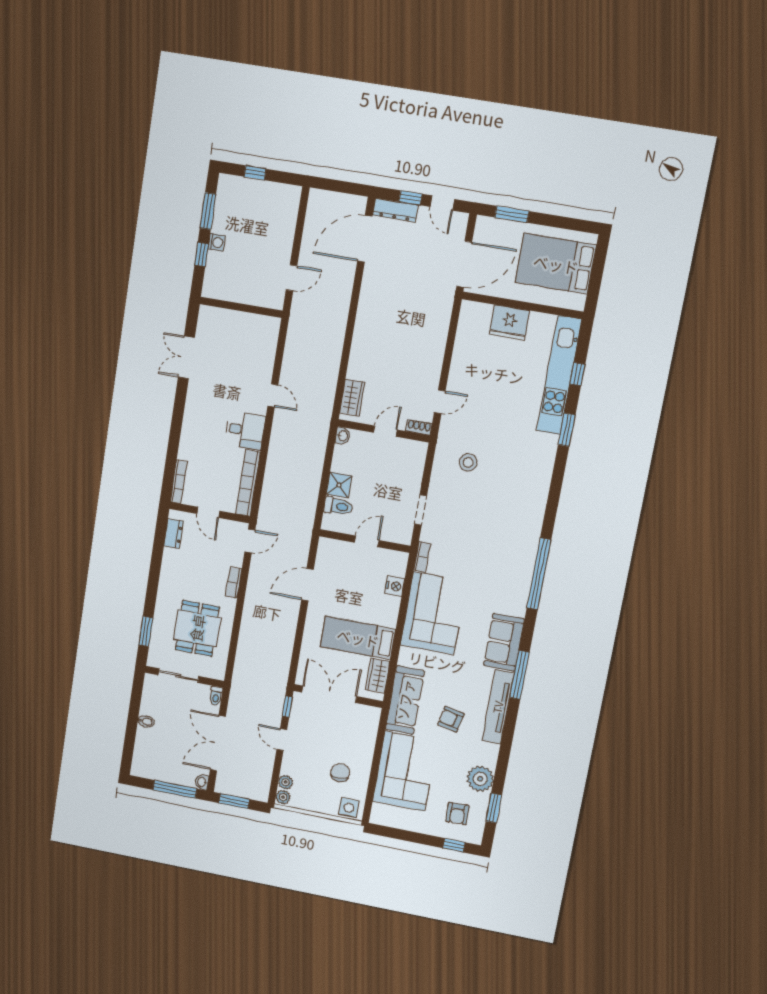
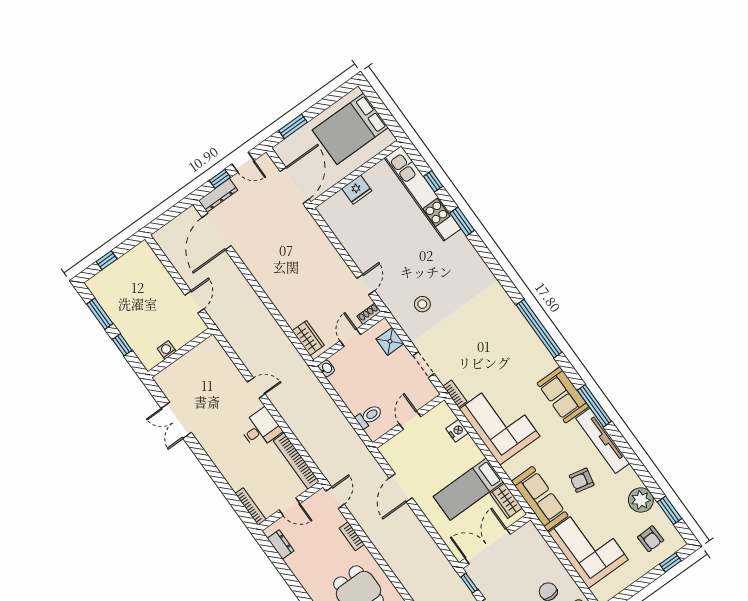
washing machine: (217, 242) -> (167, 350), moved, turned -90
fridge: (509, 323) -> (357, 190), width x0.73, depth x0.75
shower: (339, 485) -> (390, 341), moved

